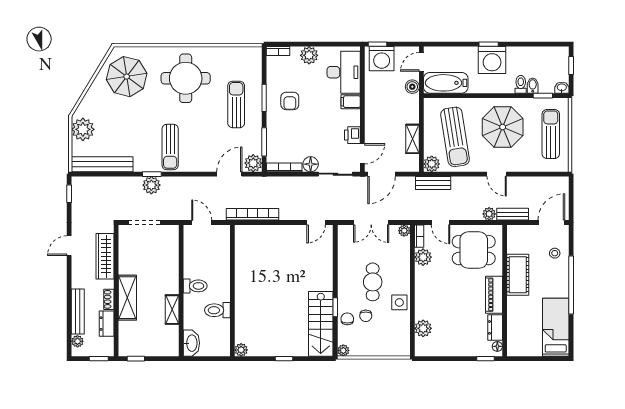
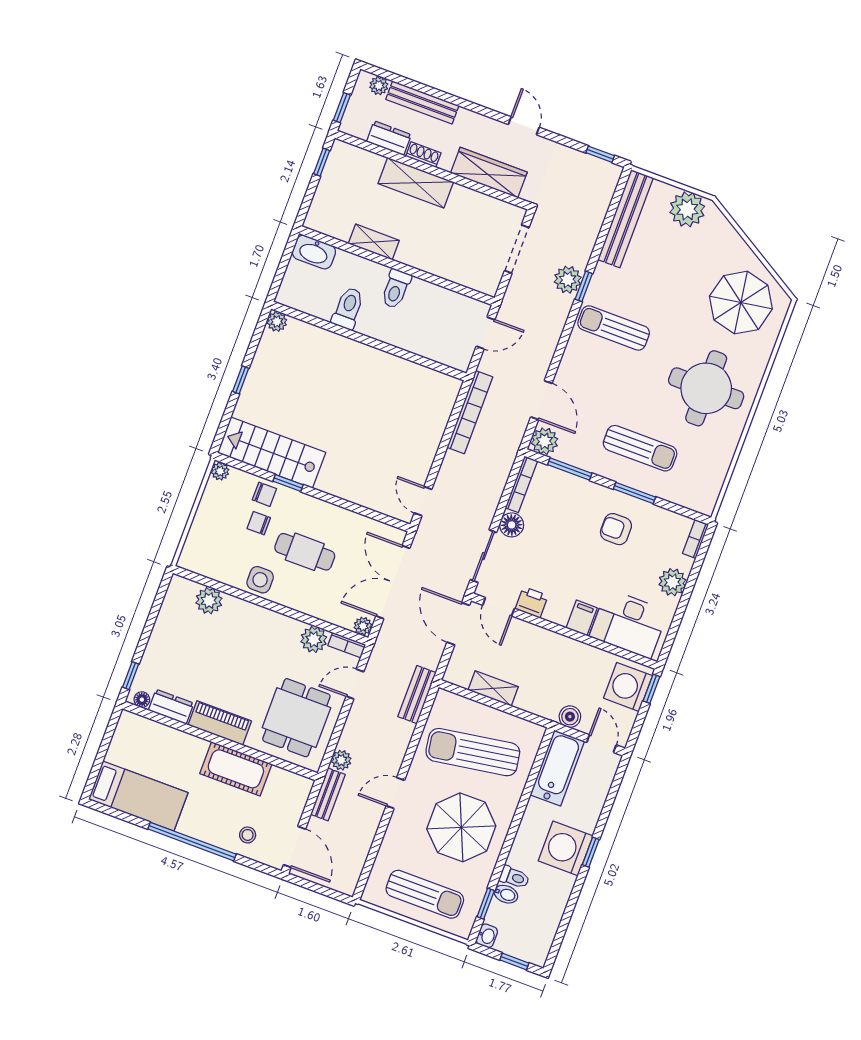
plant: (432, 164) -> (446, 703), removed
double door: (371, 223) -> (393, 582), width x1.37

